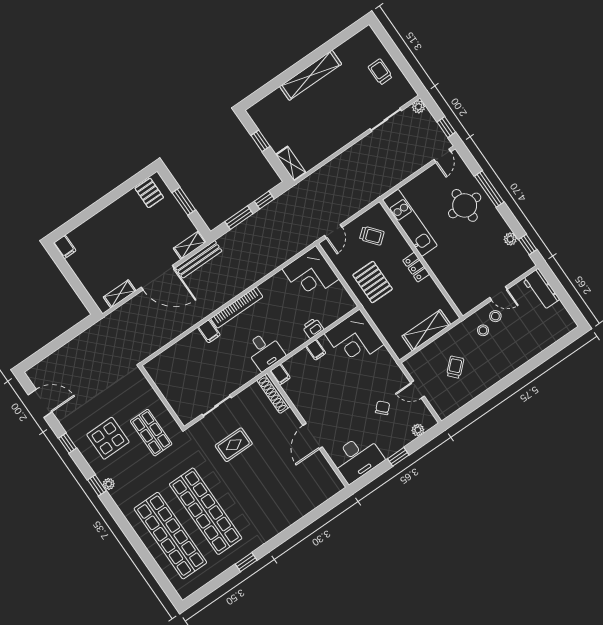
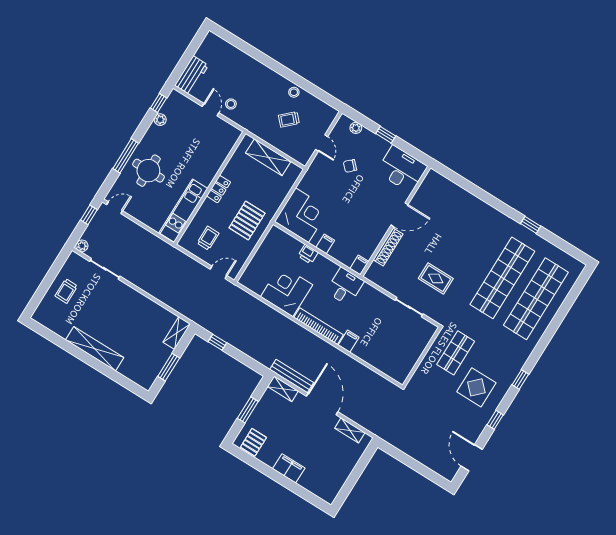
window: (260, 141) -> (169, 367), width x1.50
window: (239, 218) -> (241, 357), removed
trolley: (372, 236) -> (208, 238), turned 40
filing cabinet: (65, 247) -> (289, 468), moved, width x2.00
corner desk: (311, 274) -> (287, 291), moved, turned -90
stool: (483, 330) -> (294, 92), moved
shoe rack: (273, 393) -> (388, 247), moved
plant: (109, 484) -> (515, 370), removed

